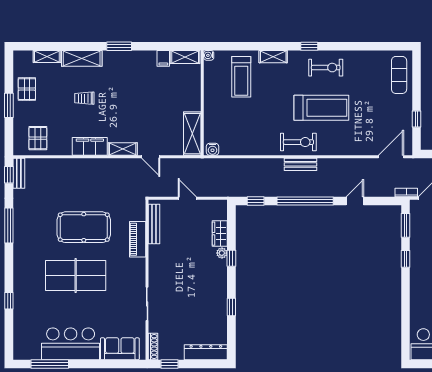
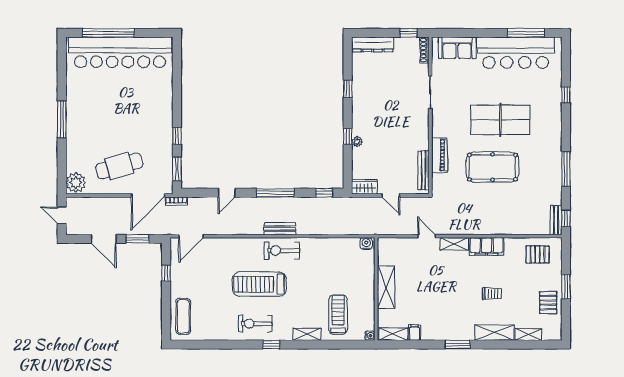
shelving: (192, 134) -> (386, 287), moved
pallet: (38, 138) -> (537, 254), turned 90
window: (305, 201) -> (275, 193), width x0.68
wardrobe: (220, 234) -> (364, 187), moved, turned -90
bar counter: (71, 344) -> (516, 53), width x1.36

